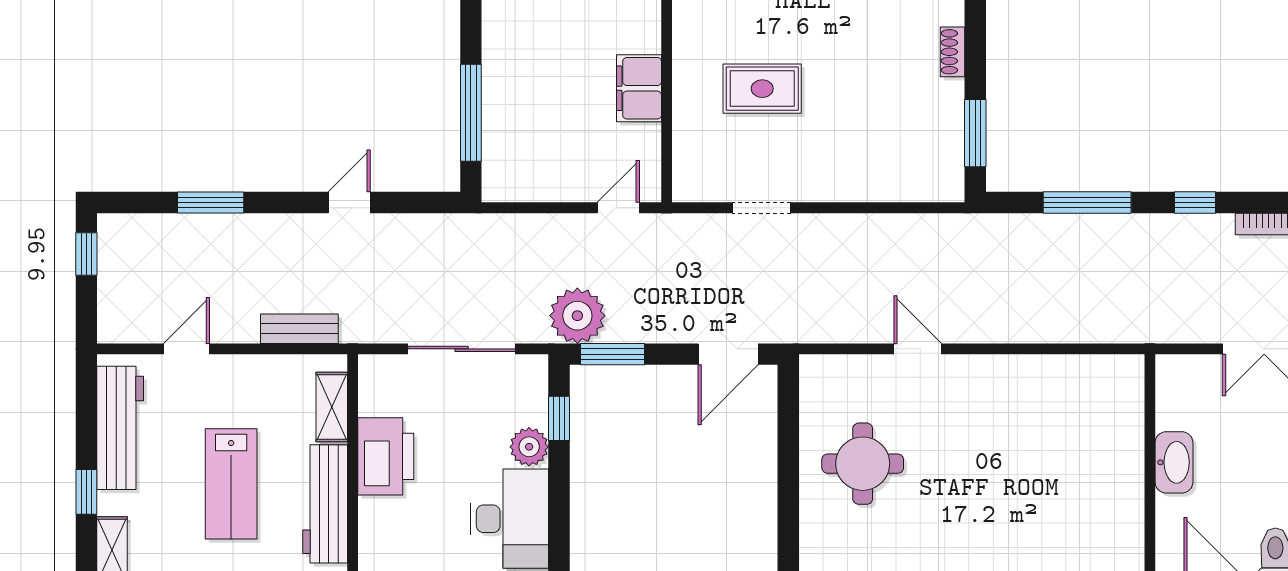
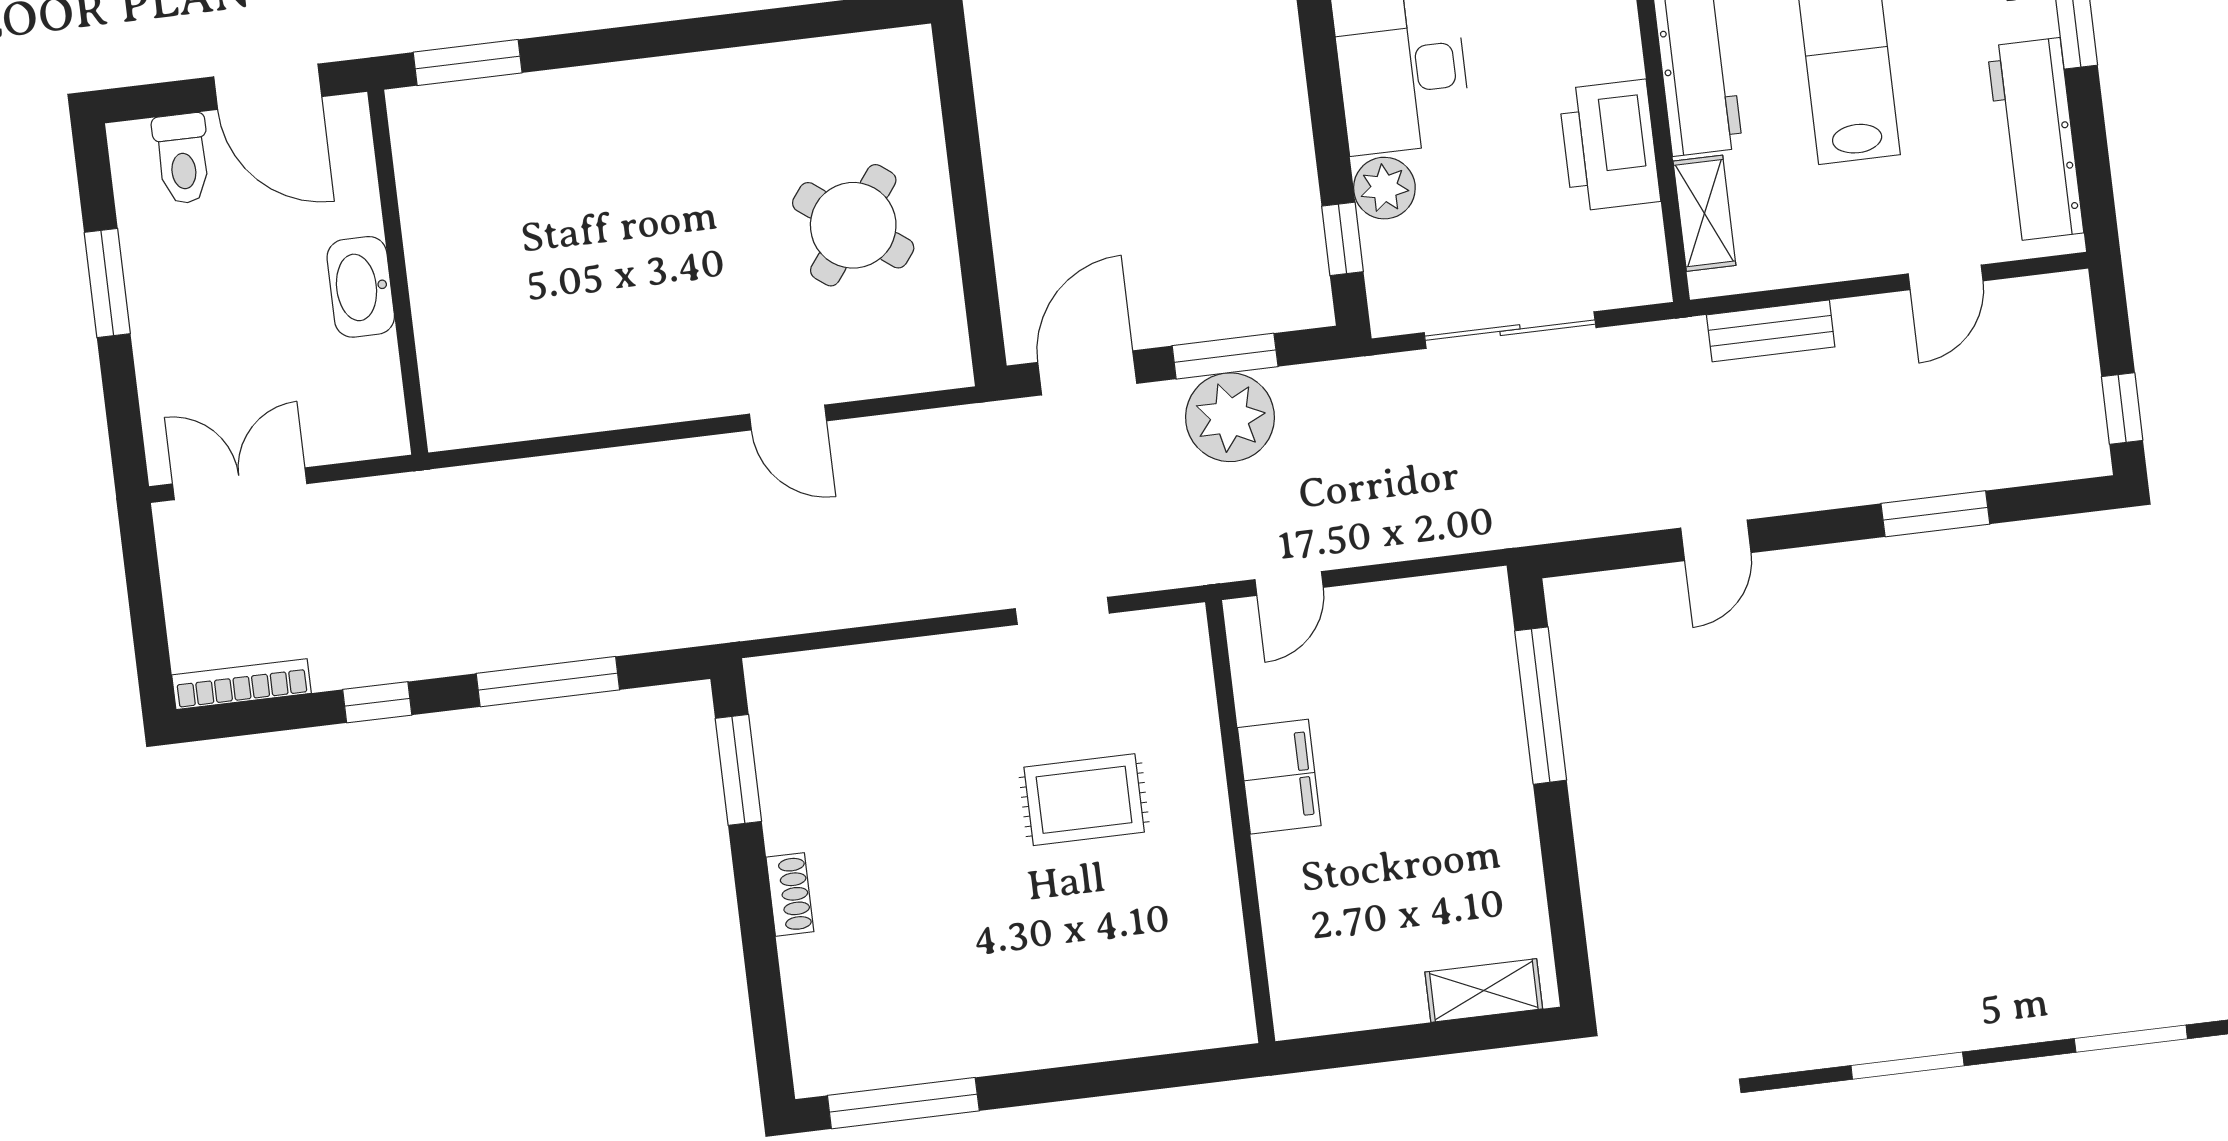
plant: (577, 316) -> (1230, 417), moved
window: (612, 354) -> (1225, 356), moved
round table: (863, 464) -> (853, 225), turned 37

